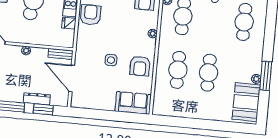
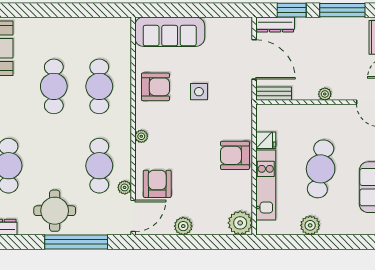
armchair: (91, 15) -> (235, 155), turned 90
armchair: (140, 66) -> (155, 87), turned 90
dresser: (37, 99) -> (275, 25), moved
sofa: (133, 103) -> (170, 32), width x1.36

